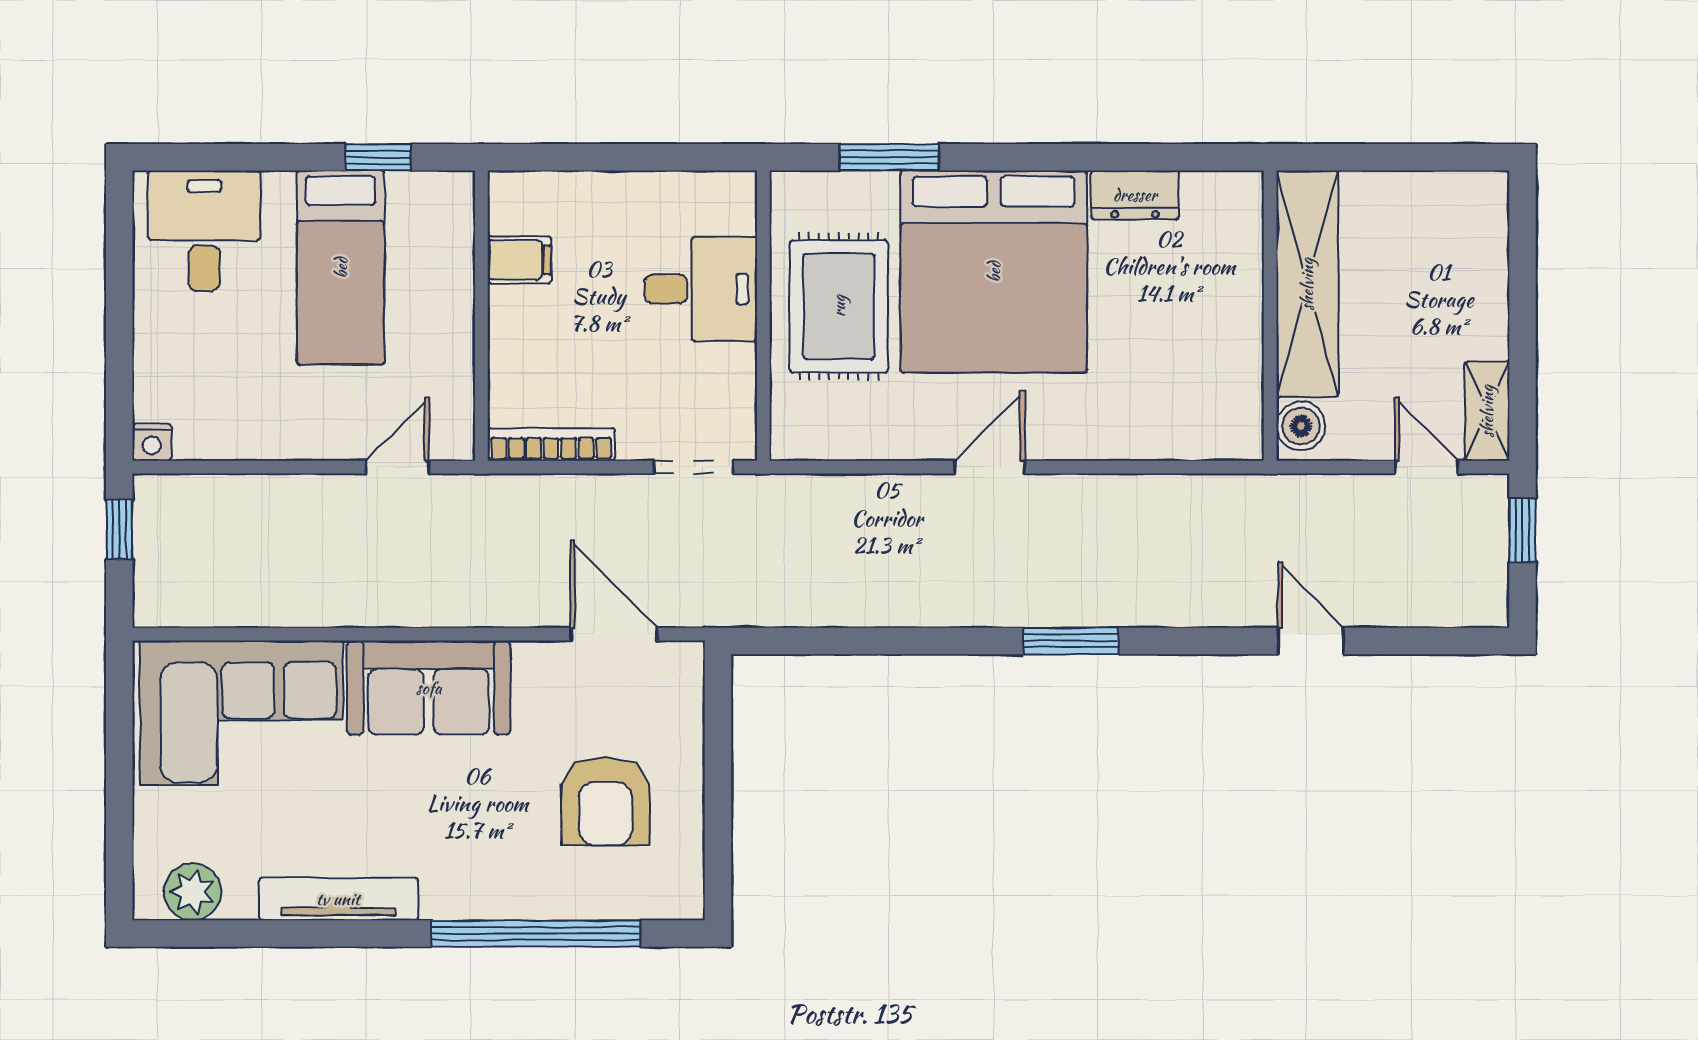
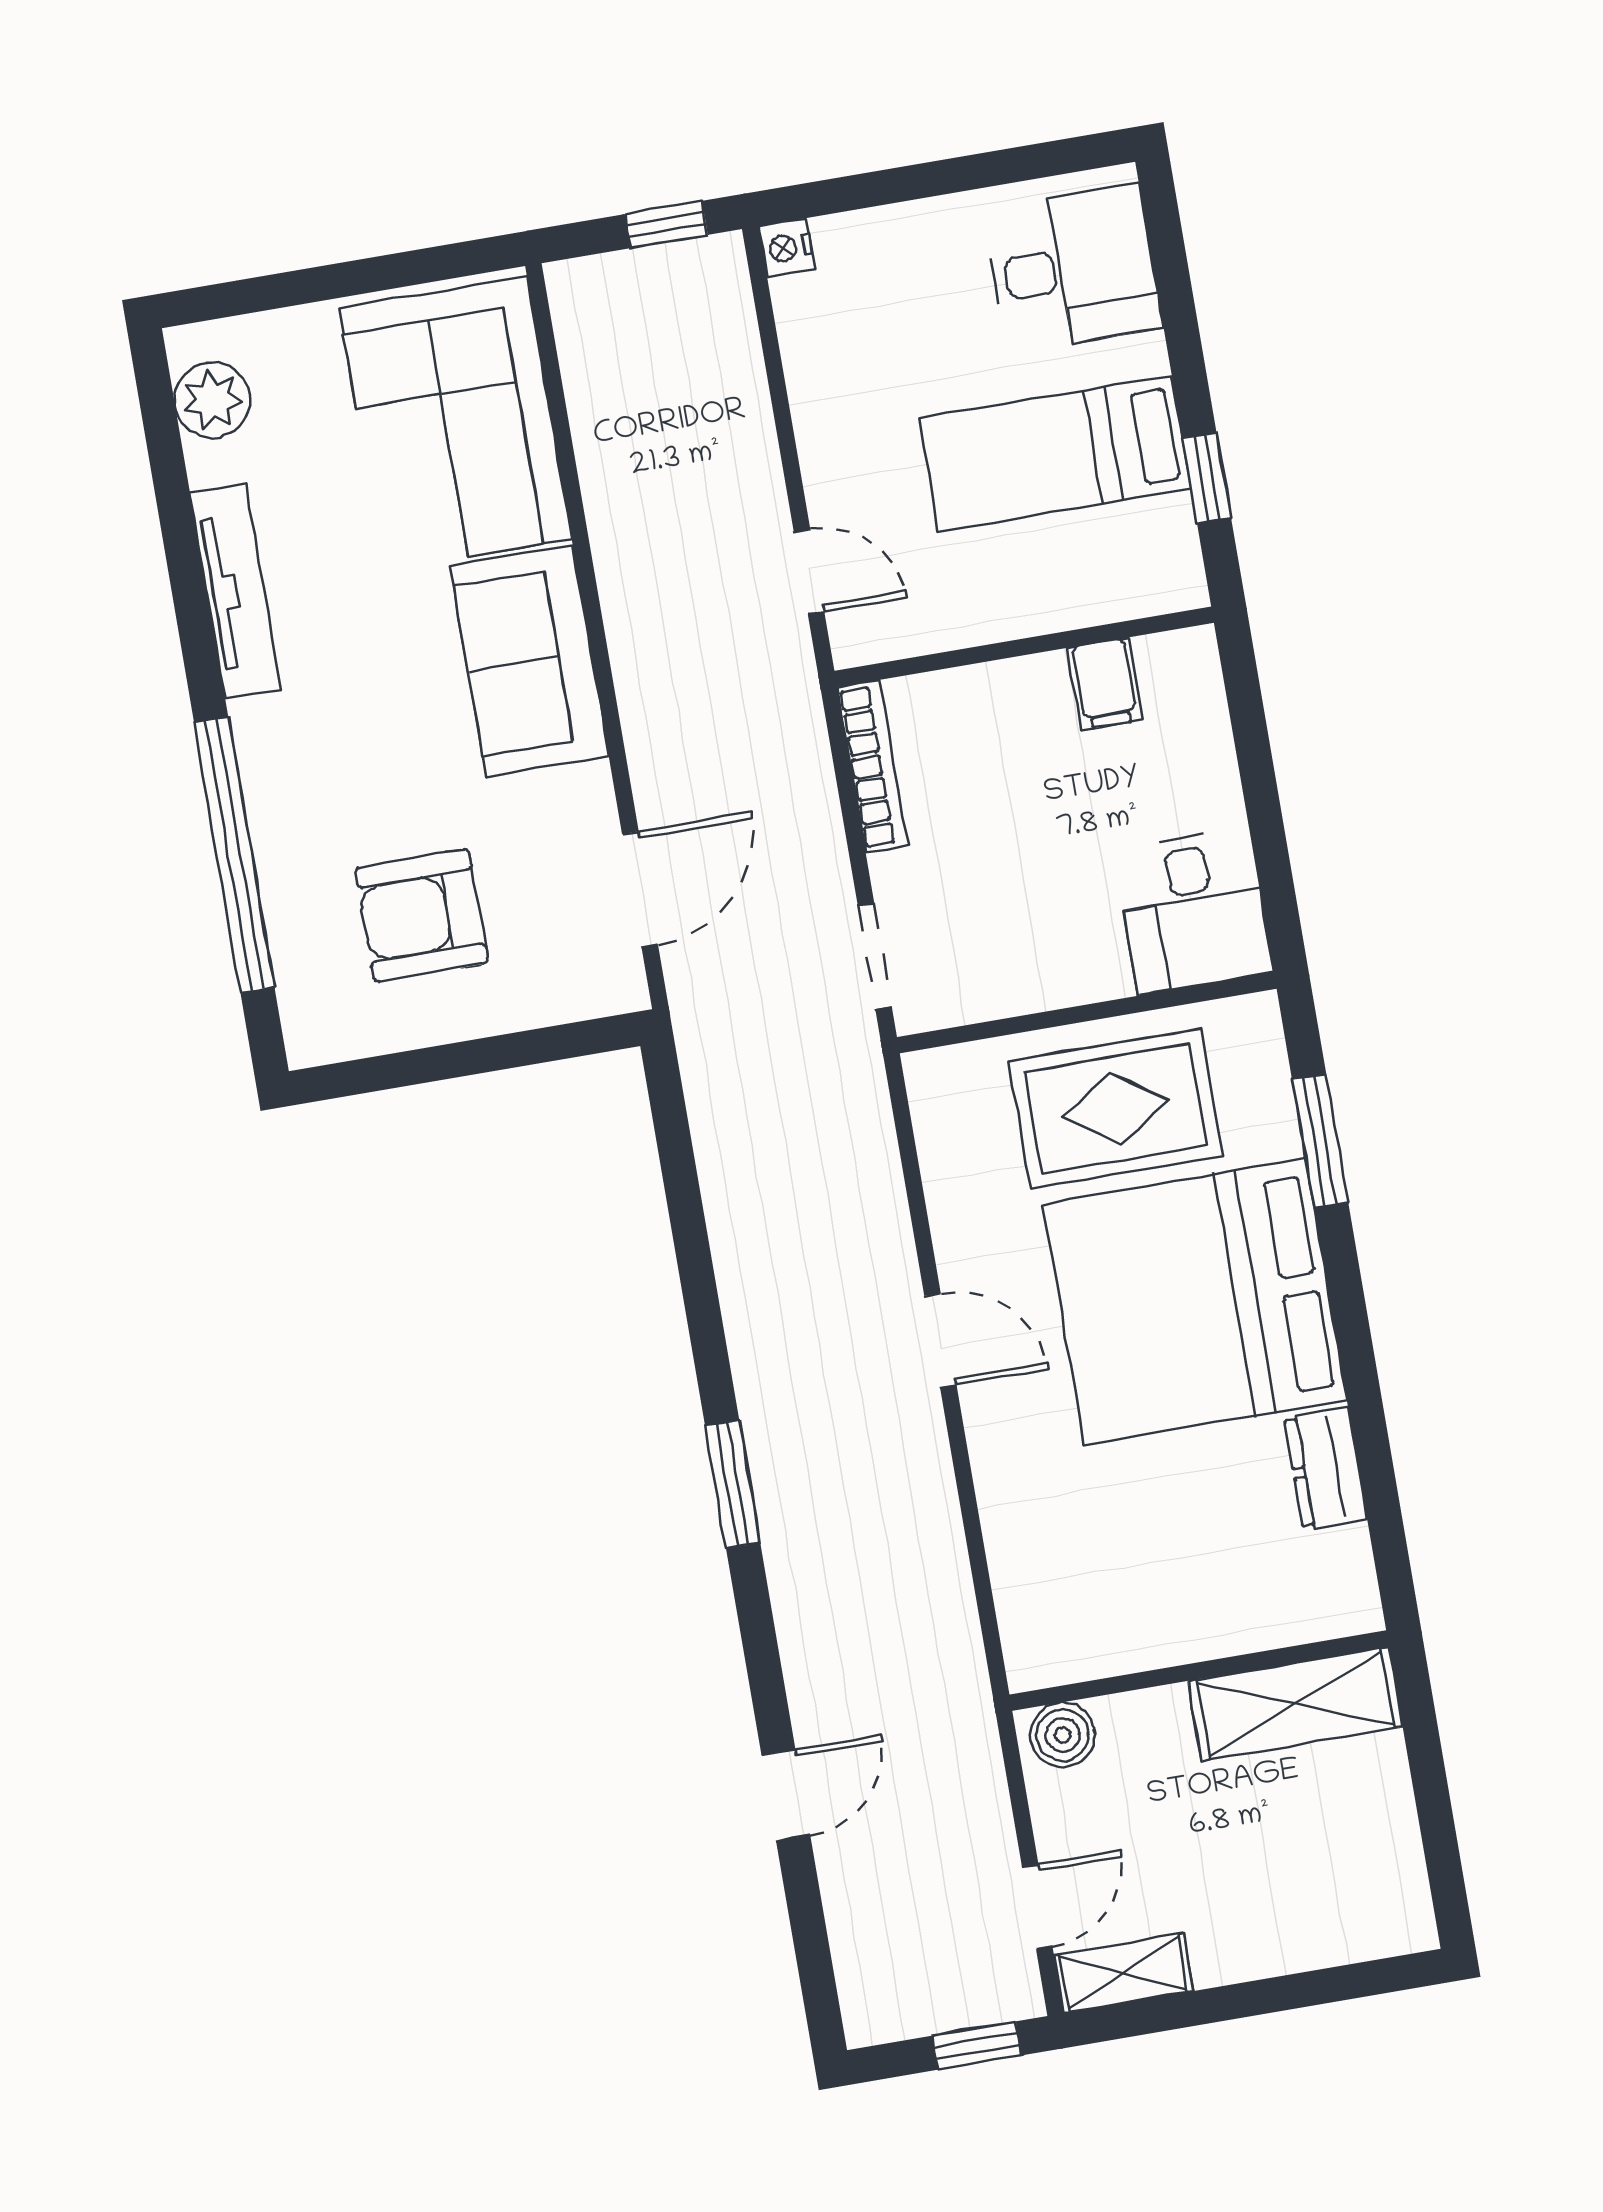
shelving: (1307, 284) -> (1296, 1704), width x0.68
desk: (701, 289) -> (1194, 911), moved

